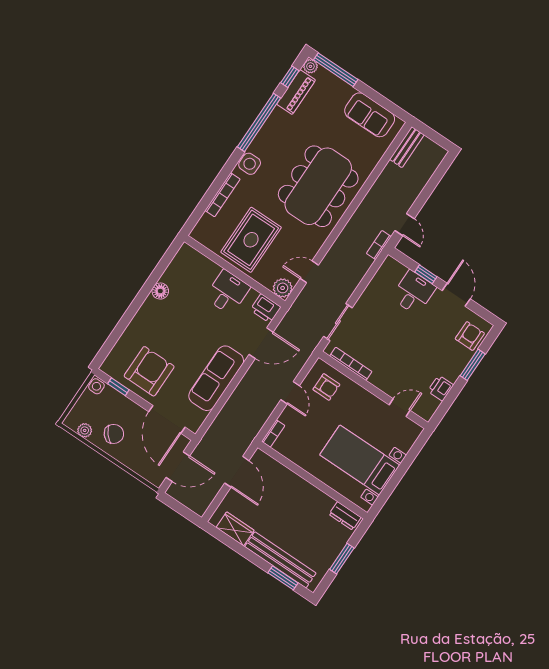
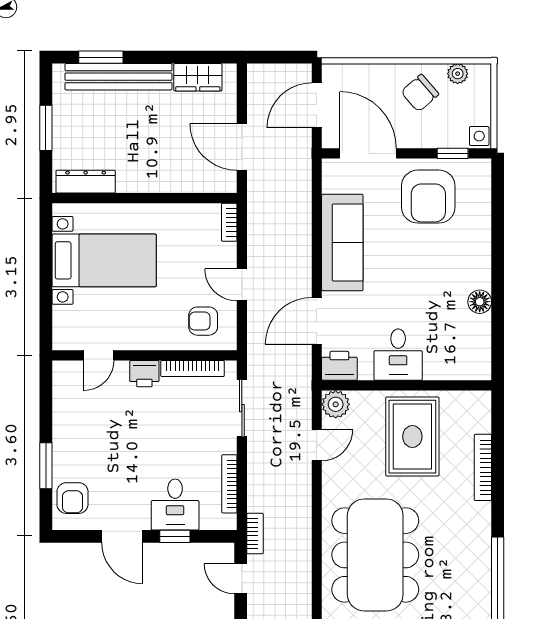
side table: (250, 164) -> (476, 526), removed
bookcase: (374, 283) -> (229, 484), added
printer: (441, 388) -> (144, 374), moved, turned 90
dresser: (345, 516) -> (86, 182), width x1.44

